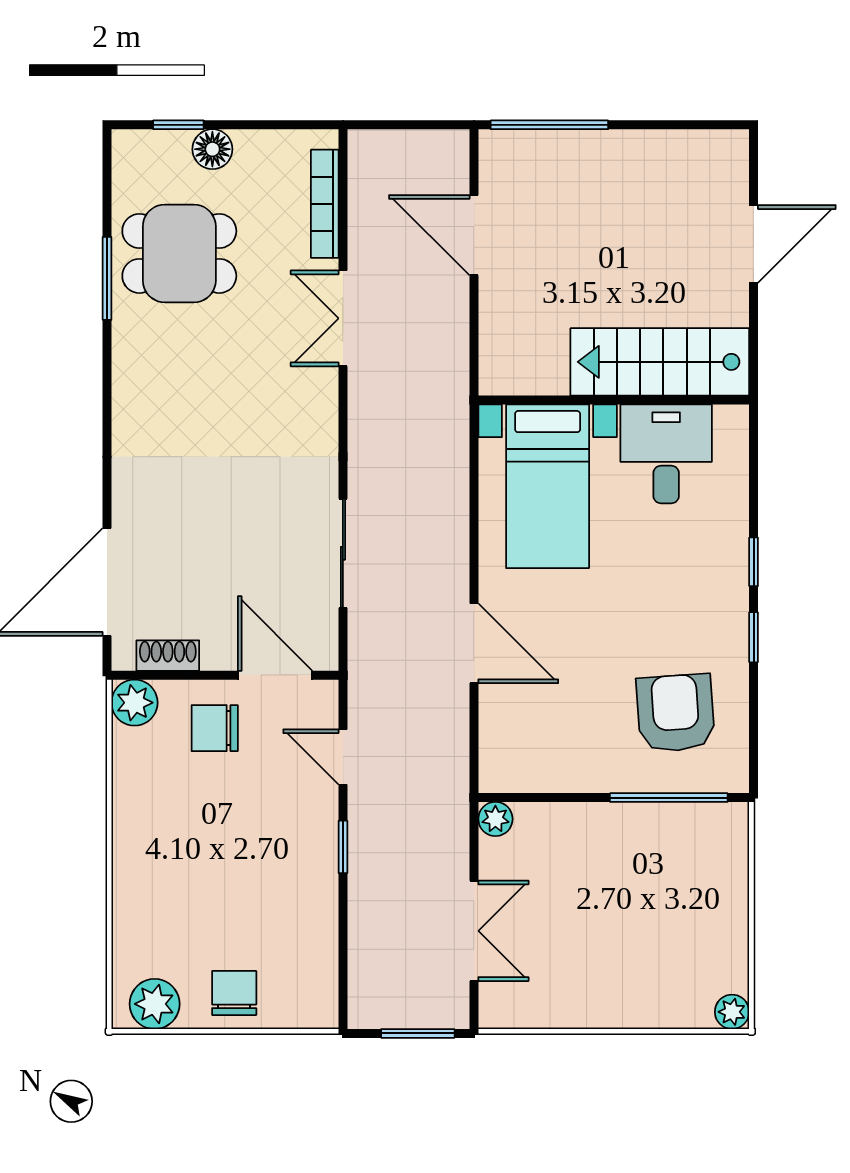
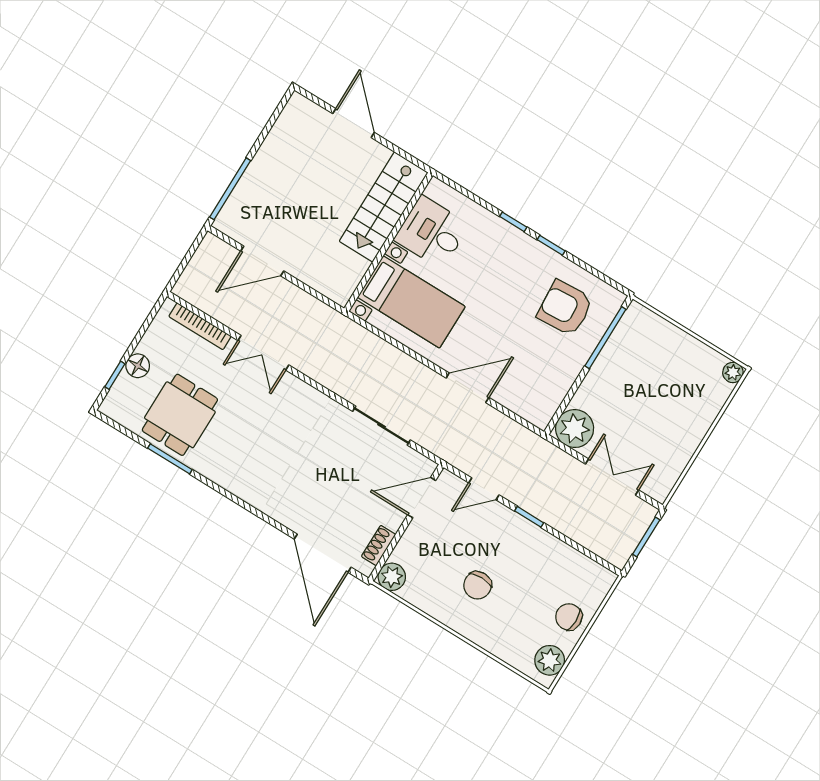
chair: (215, 728) -> (478, 585), moved
plant: (495, 819) -> (575, 429), width x1.88, depth x1.88

